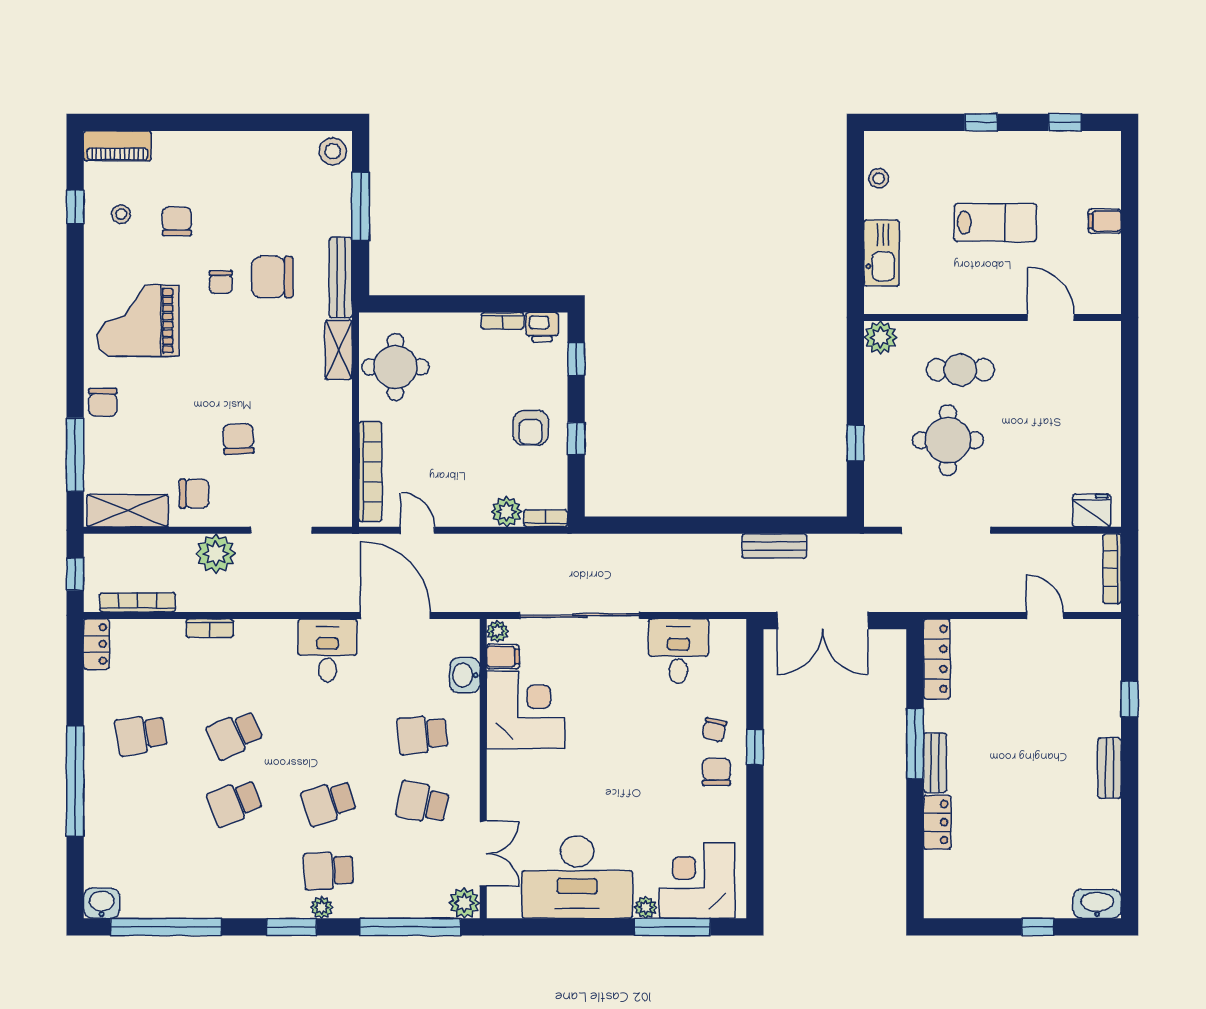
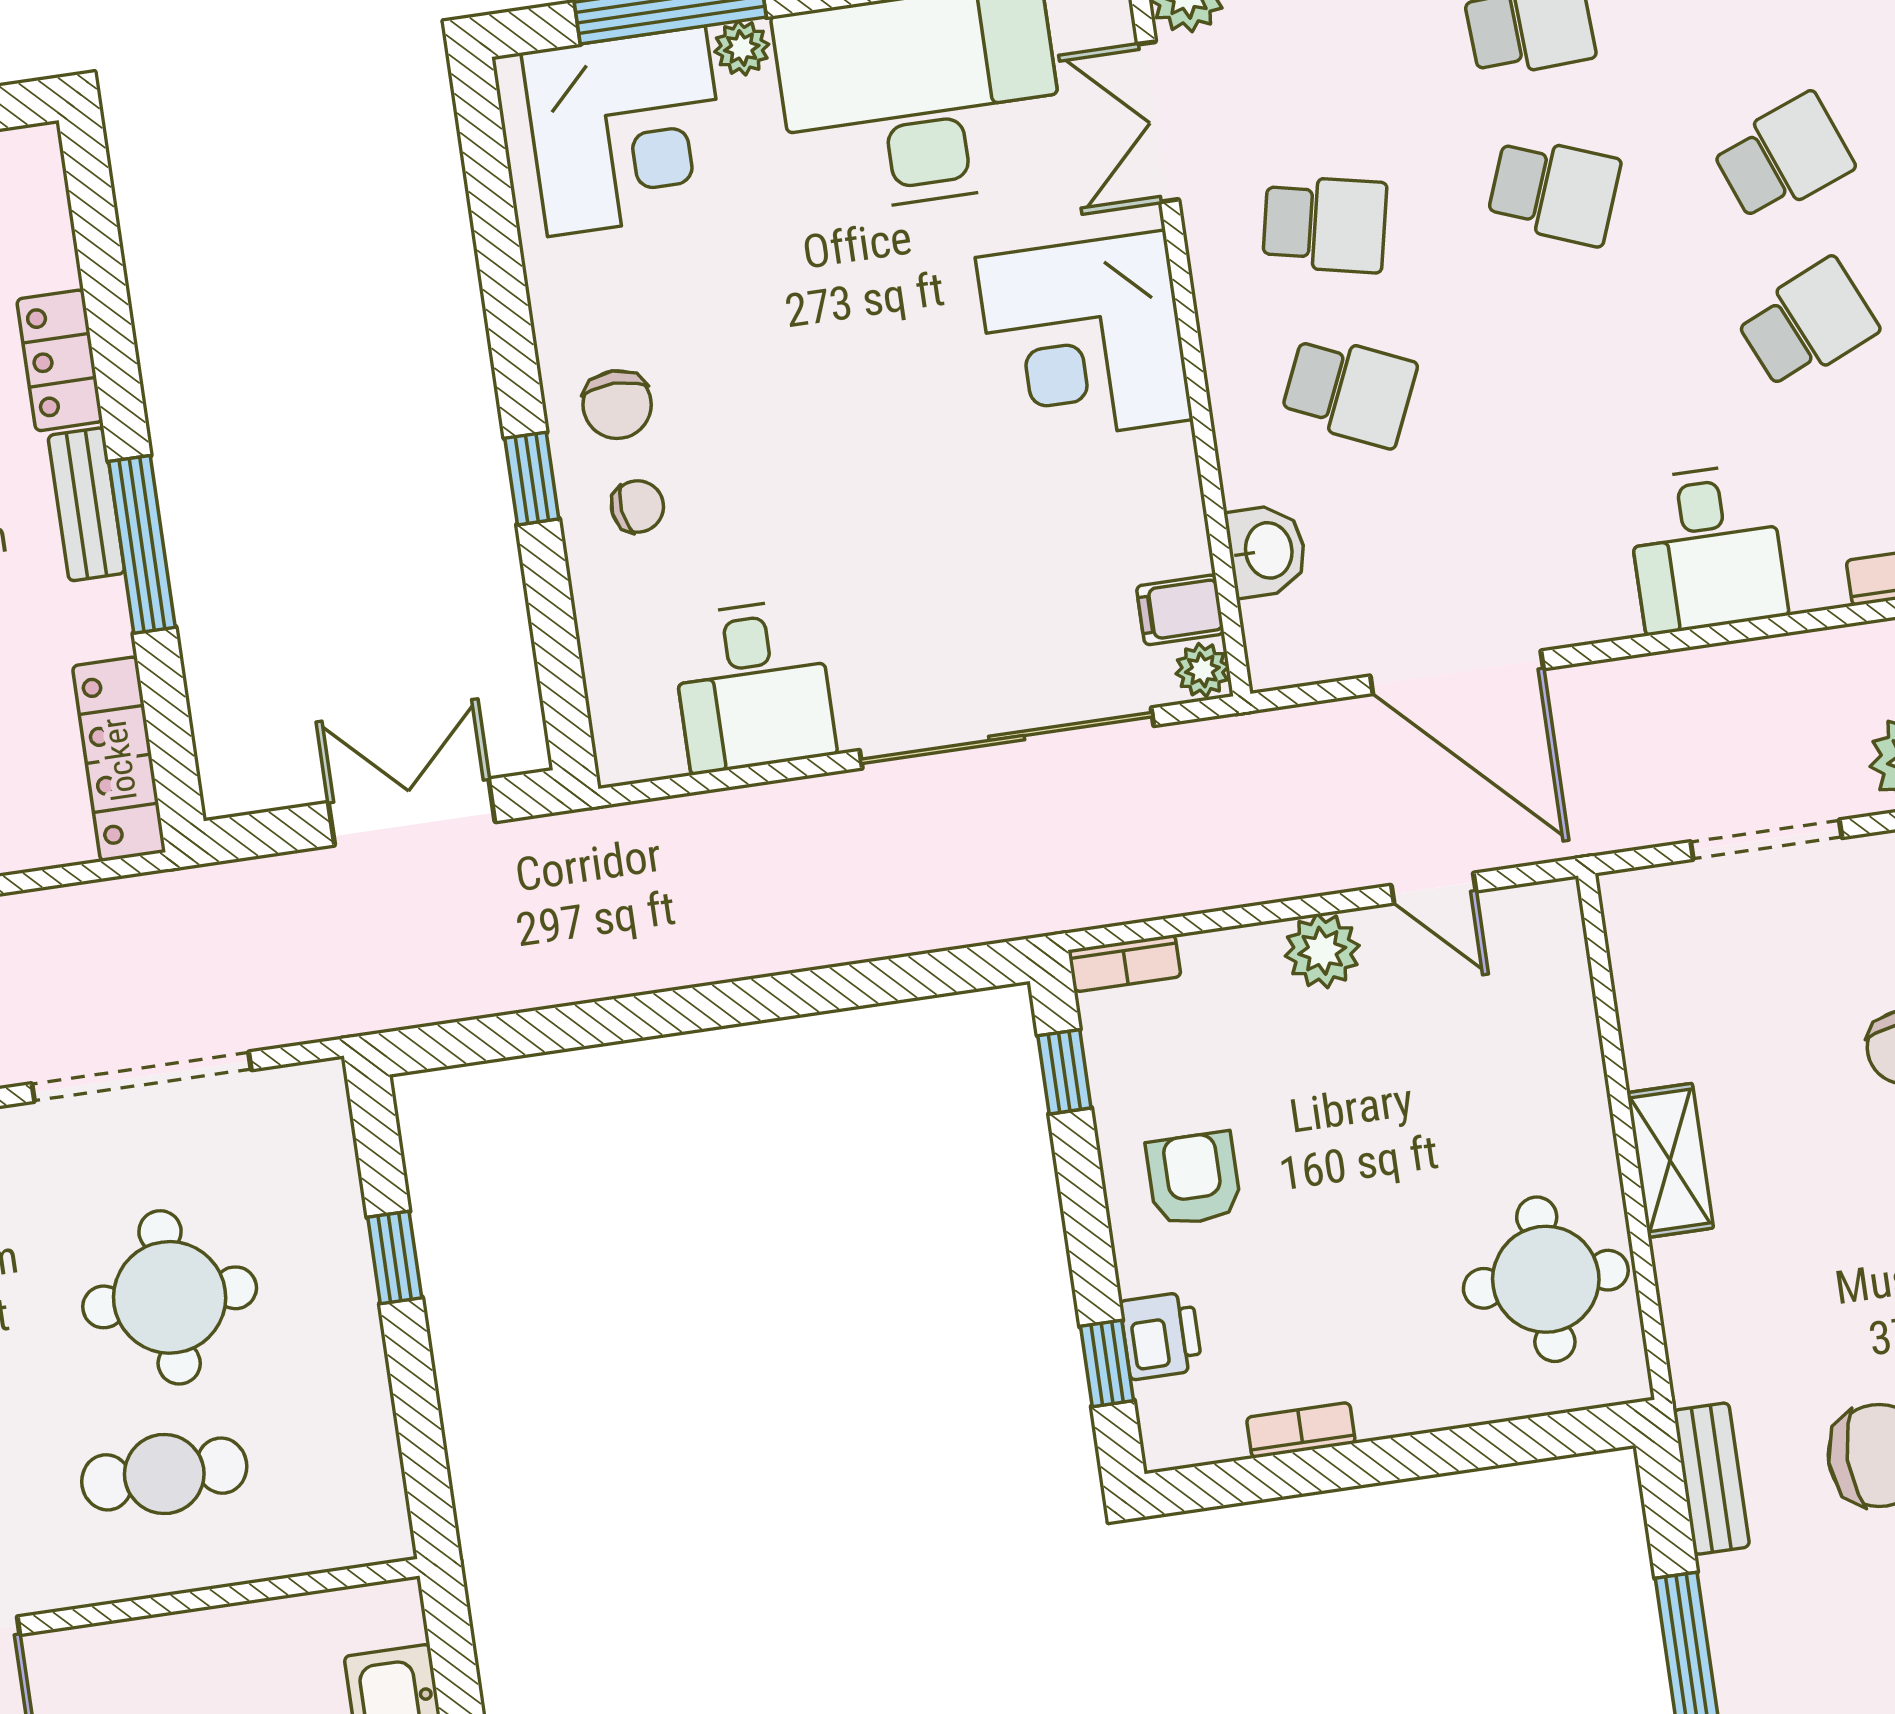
bench: (341, 277) -> (1711, 1479), width x0.73
printer: (542, 327) -> (1161, 1336), moved, turned 90
plant: (880, 337) -> (371, 1525), removed
shelving: (339, 350) -> (1670, 1160), moved
window: (576, 439) -> (1064, 1072), moved
bookcase: (370, 472) -> (1570, 1015), removed
plant: (507, 512) -> (1322, 951), moved
bench: (774, 546) -> (556, 977), removed
double door: (823, 621) -> (412, 812), width x0.73
desk: (327, 650) -> (1706, 549), moved
corner desk: (525, 710) -> (1084, 338), moved
chair: (714, 730) -> (637, 507), turned 70
school desk: (422, 735) -> (1349, 391), turned 30
school desk: (329, 803) -> (1554, 191), turned 39

